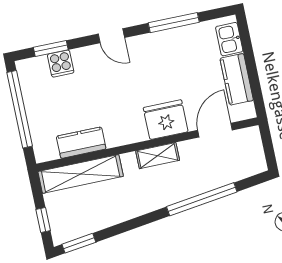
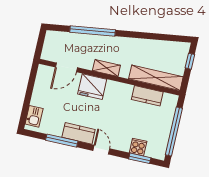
kitchen counter: (237, 79) -> (79, 133), moved, turned -90
window: (79, 243) -> (175, 38), removed

